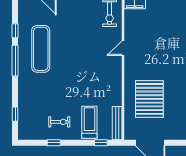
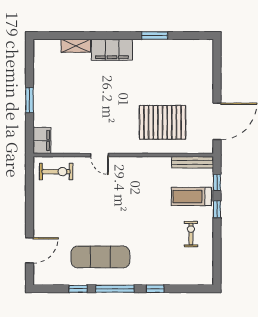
window: (15, 114) -> (155, 289), moved
window: (54, 143) -> (217, 209), moved

